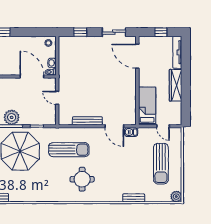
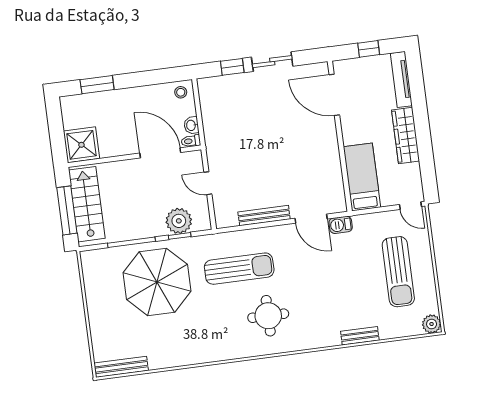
sliding door: (114, 32) -> (272, 62), moved
plant: (12, 117) -> (179, 221), moved
door: (163, 126) -> (410, 206), moved

